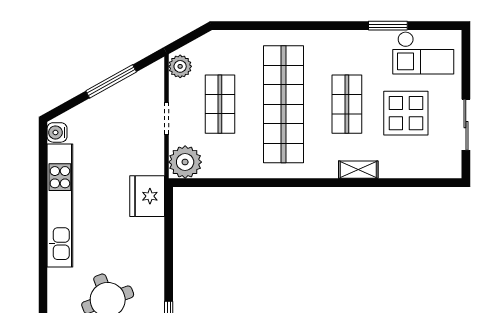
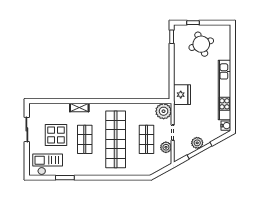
plant: (180, 66) -> (166, 147), moved
plant: (116, 97) -> (197, 143), added

